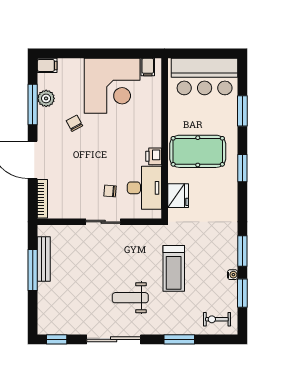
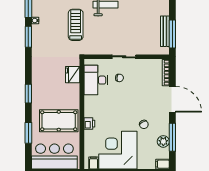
pool table: (198, 151) -> (59, 121), moved
printer: (154, 156) -> (89, 124), moved
window: (33, 270) -> (172, 34), moved

